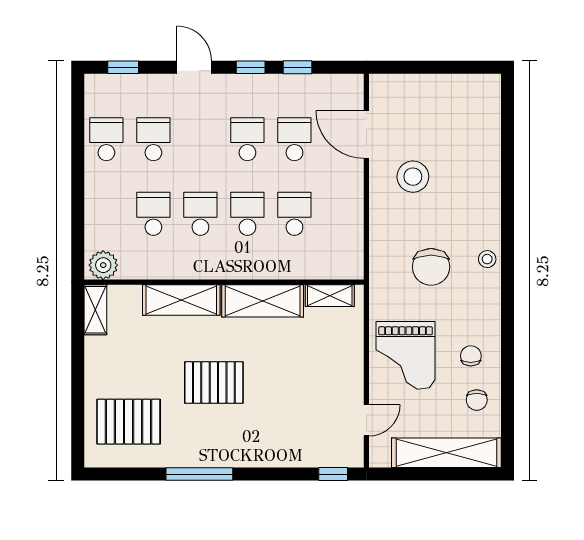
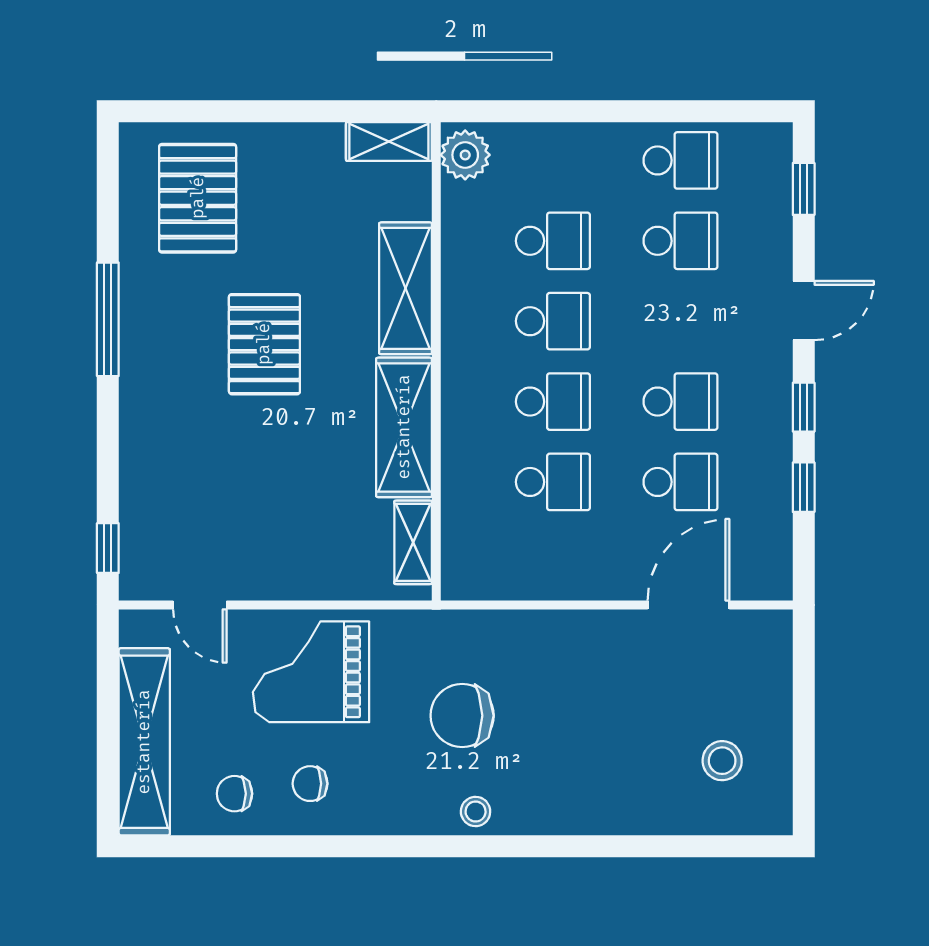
stool: (413, 177) -> (722, 761), moved, width x0.73, depth x0.73
chair: (471, 356) -> (310, 784), turned 180

